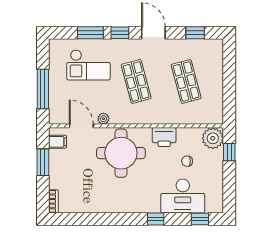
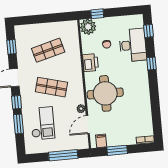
shop shelf: (136, 81) -> (51, 87), turned 30

